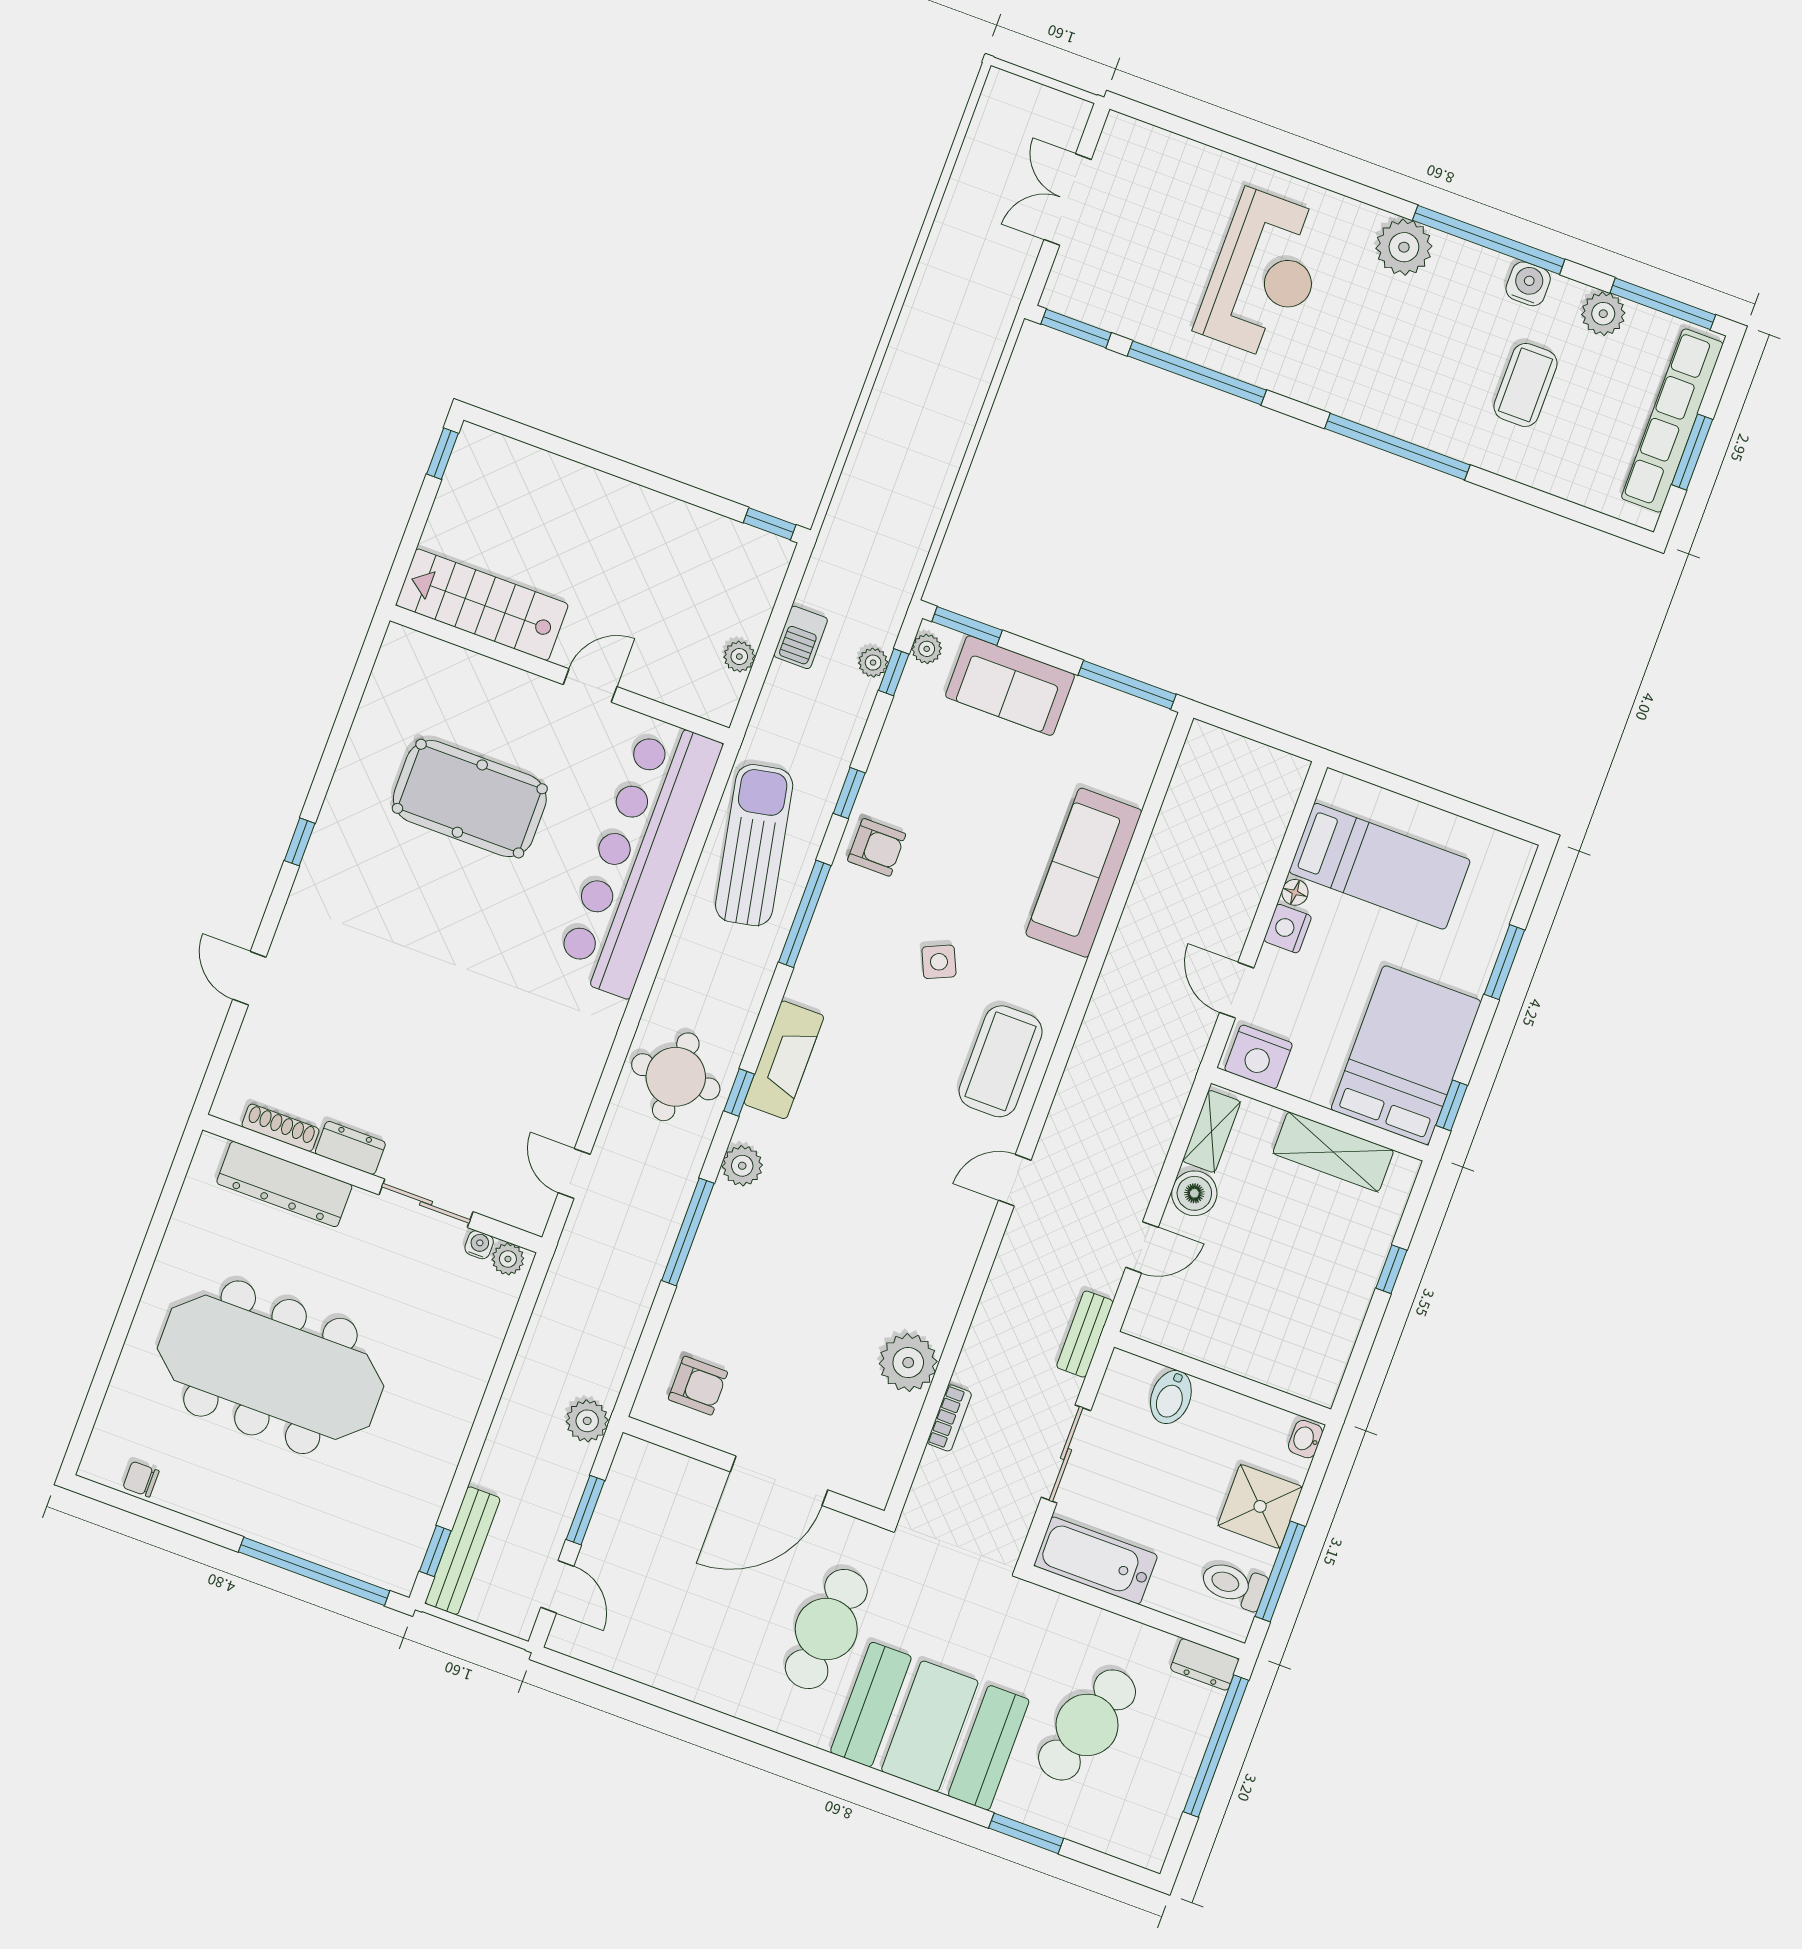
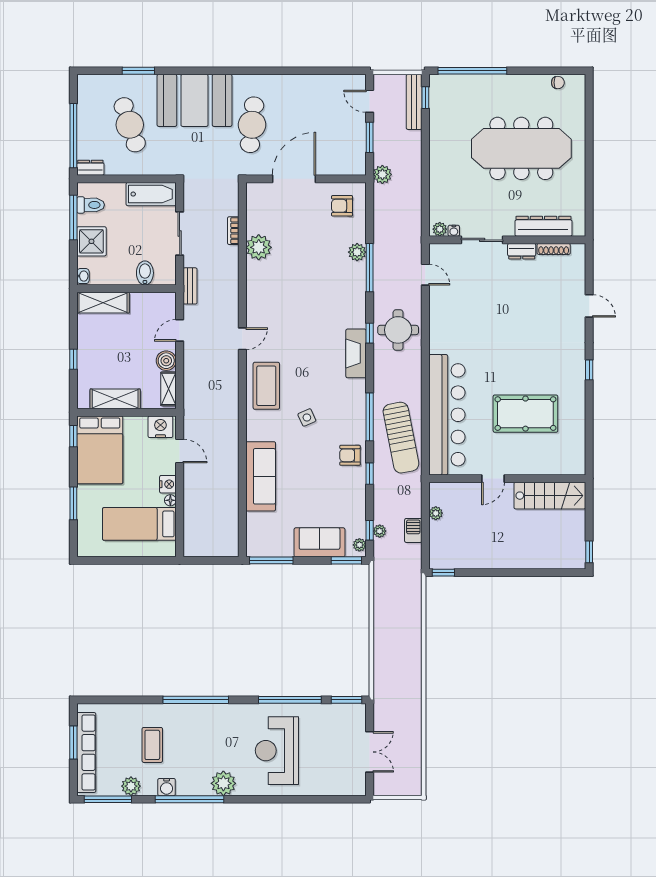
plant: (742, 1166) -> (357, 252), moved
shelving: (1284, 1367) -> (103, 303), added
cafe table: (1087, 1725) -> (130, 125), turned -36

